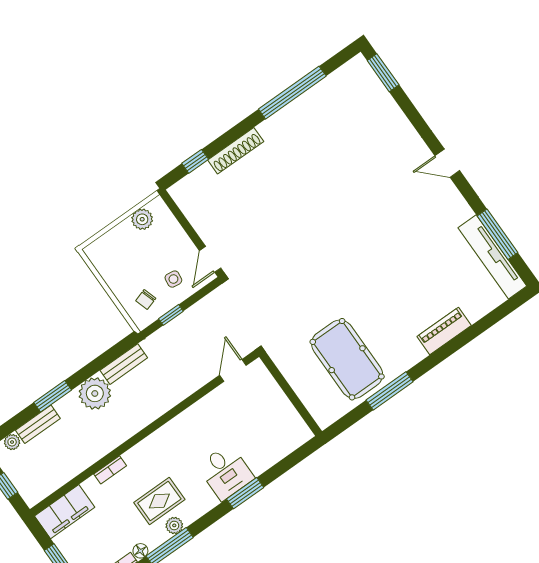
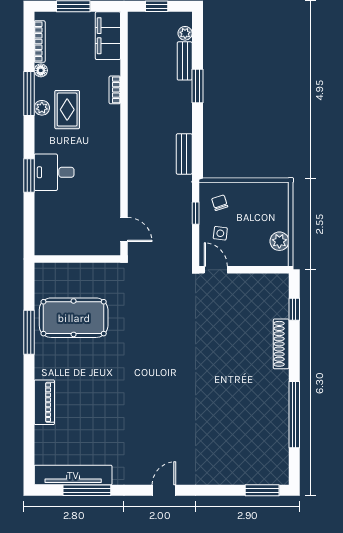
plant: (95, 393) -> (178, 118), removed

